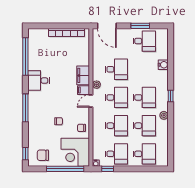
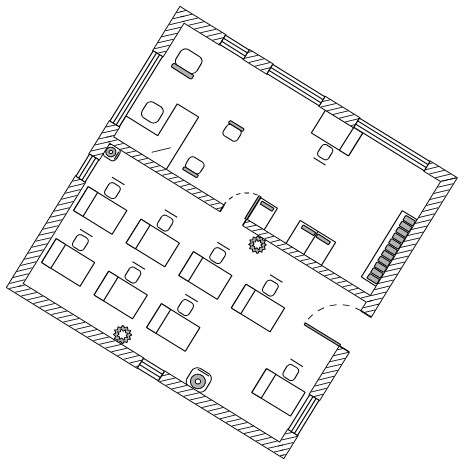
window: (140, 26) -> (304, 415), moved
water cooler: (163, 65) -> (199, 380), moved
filing cabinet: (83, 75) -> (311, 243), moved
door: (91, 101) -> (233, 215), hinge flipped
window: (25, 154) -> (234, 47), moved

